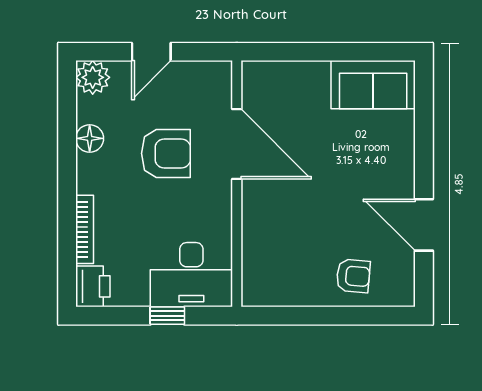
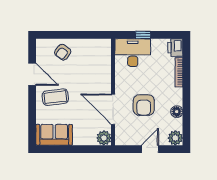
plant: (258, 77) -> (104, 138), added
armchair: (166, 153) -> (144, 105), turned -90
coffee table: (370, 172) -> (55, 97), added
armchair: (353, 276) -> (63, 52), turned -58

